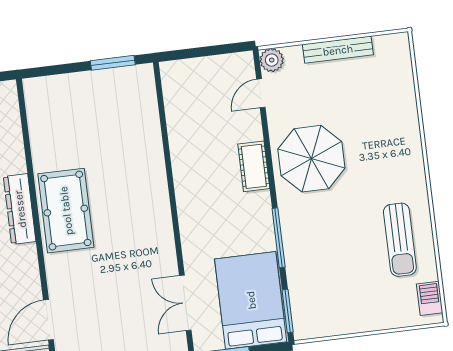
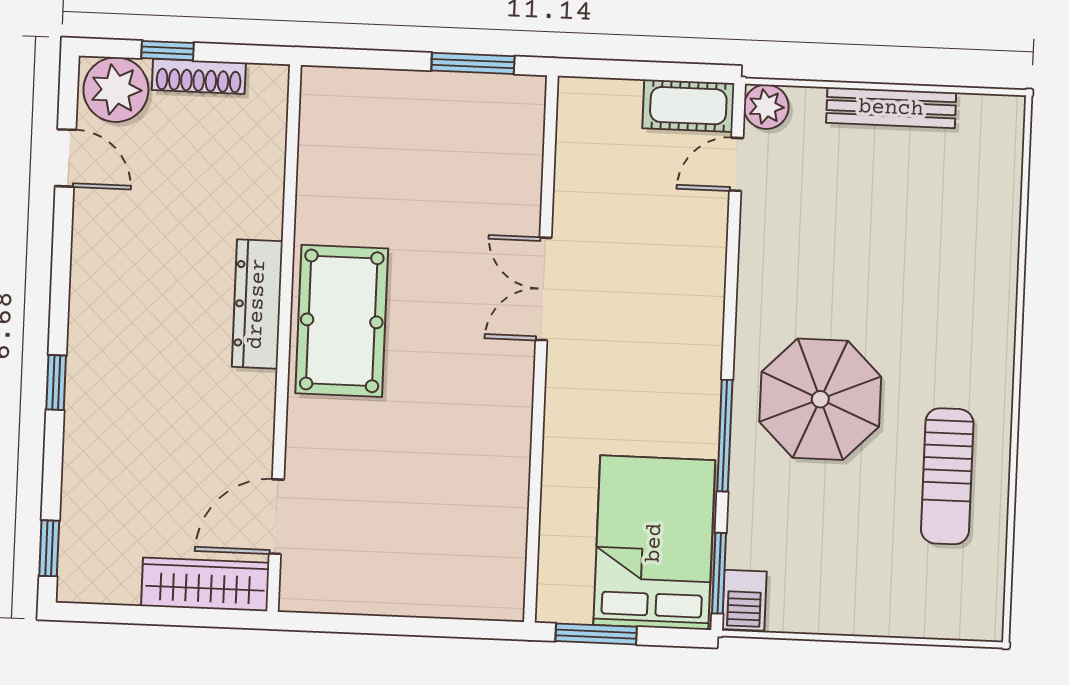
parasol: (311, 159) -> (820, 399), moved
cot: (254, 166) -> (688, 106), moved, turned 90
barbecue: (430, 298) -> (744, 600), moved, turned 180
double door: (185, 303) -> (543, 289), moved

